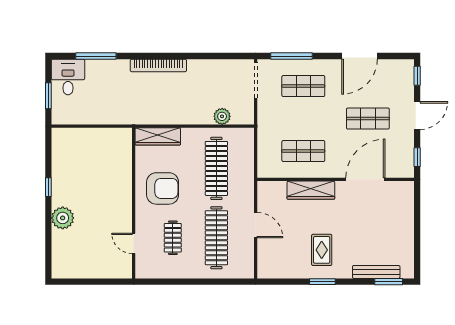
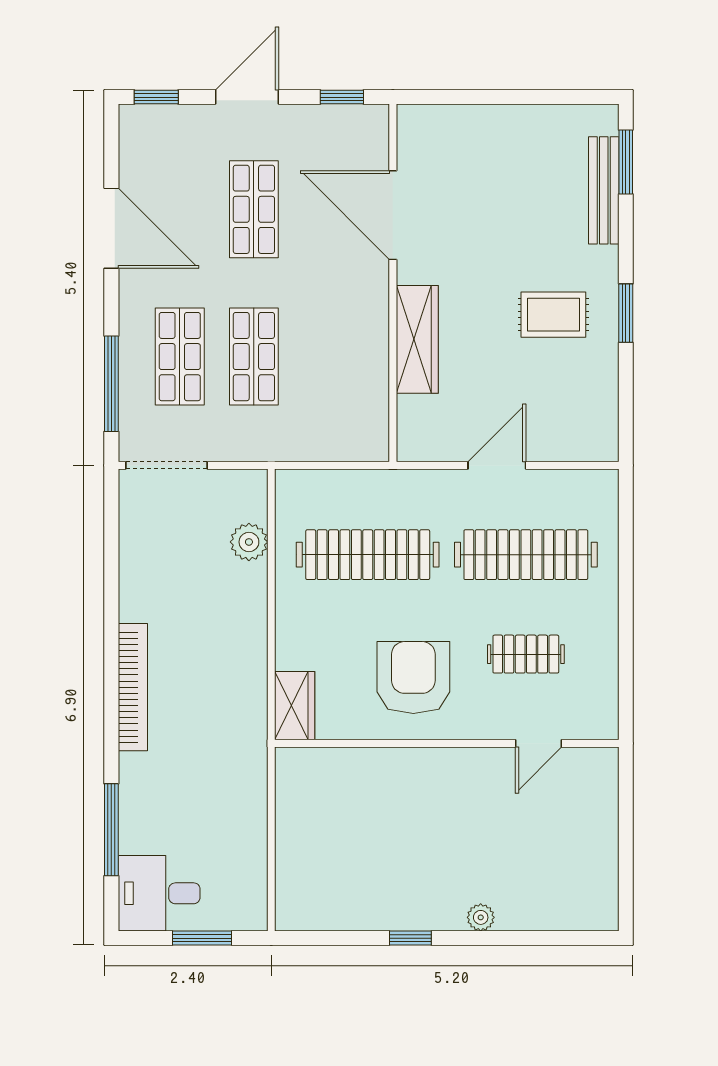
door: (417, 116) -> (247, 97), hinge flipped
wardrobe: (158, 136) -> (295, 706), width x0.67
shop shelf: (303, 151) -> (254, 357), moved
plant: (63, 218) -> (481, 917), width x0.53, depth x0.53

